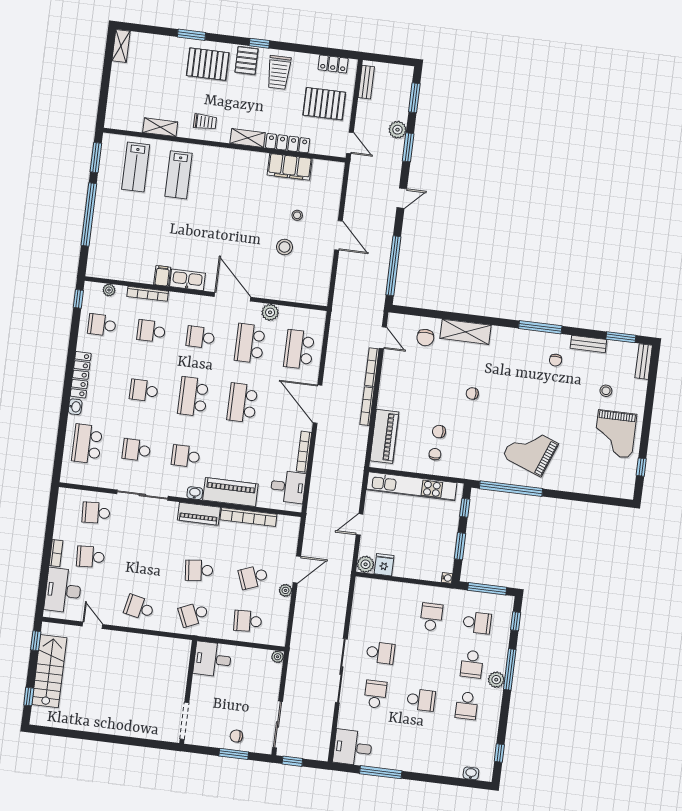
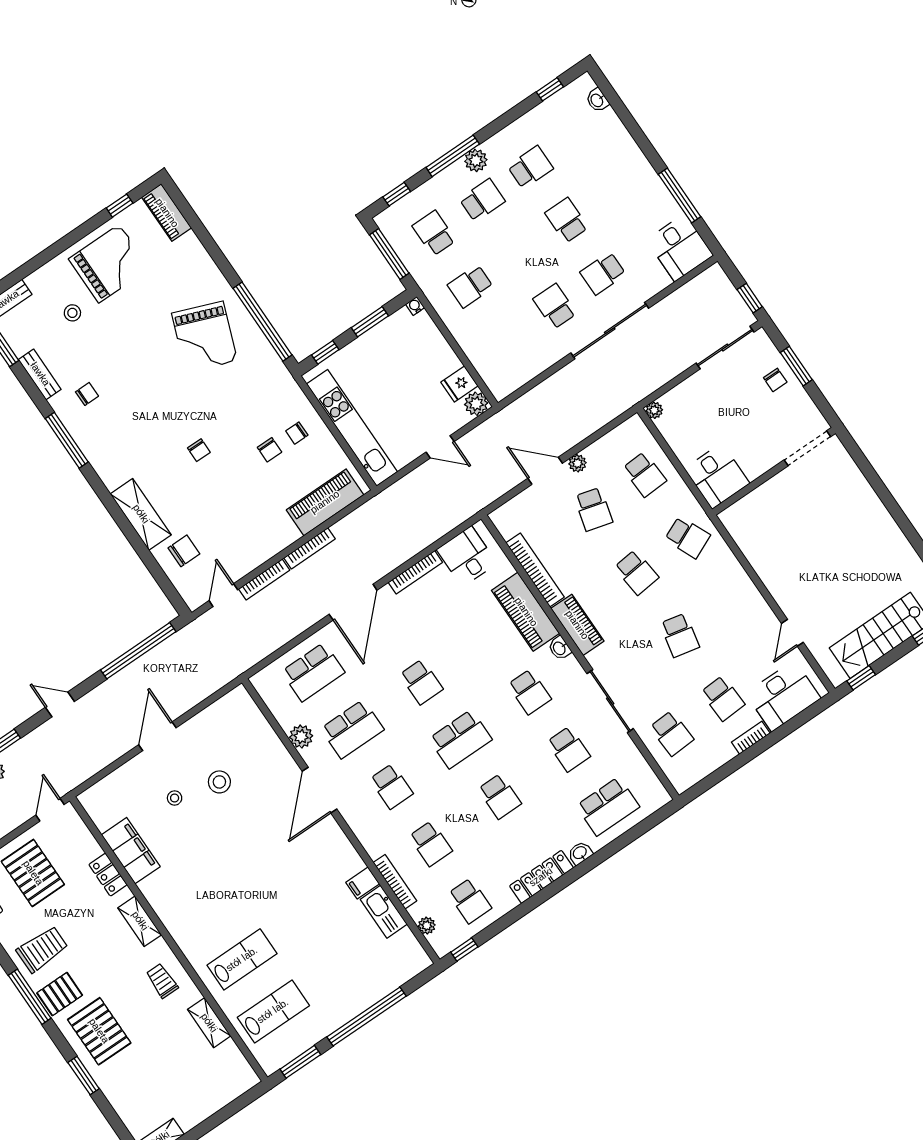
window: (259, 43) -> (30, 997), width x2.17
locker: (288, 143) -> (108, 875), width x0.66
kitchen sink: (187, 280) -> (384, 912), moved
school desk: (242, 403) -> (421, 682), width x0.54
piano: (615, 489) -> (167, 213), added
school desk: (253, 577) -> (593, 509), turned 36
school desk: (139, 608) -> (680, 635), moved

